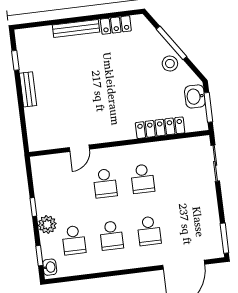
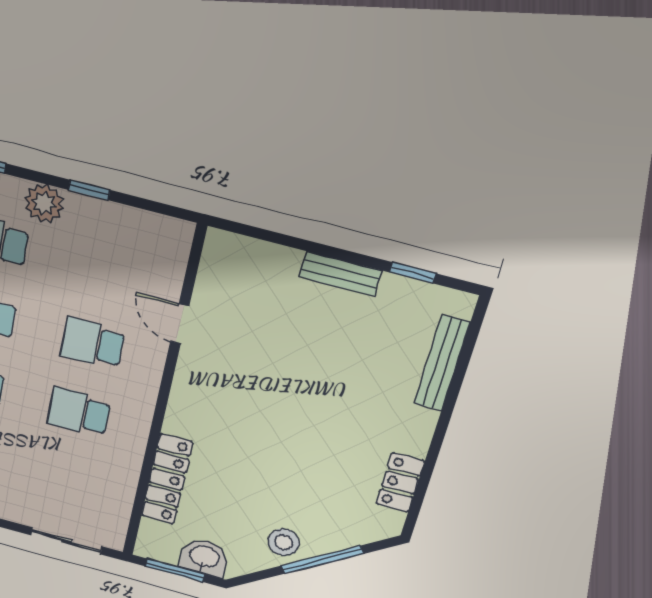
bench: (76, 29) -> (442, 363), moved

